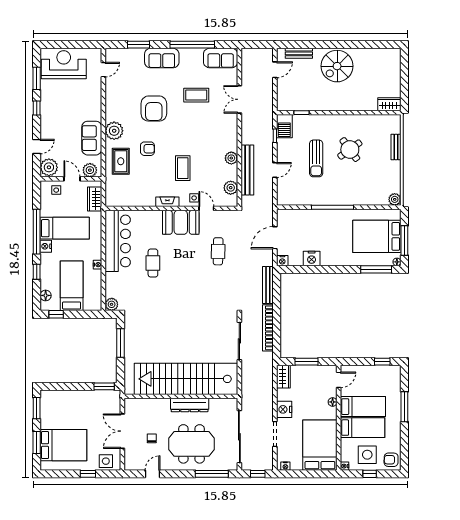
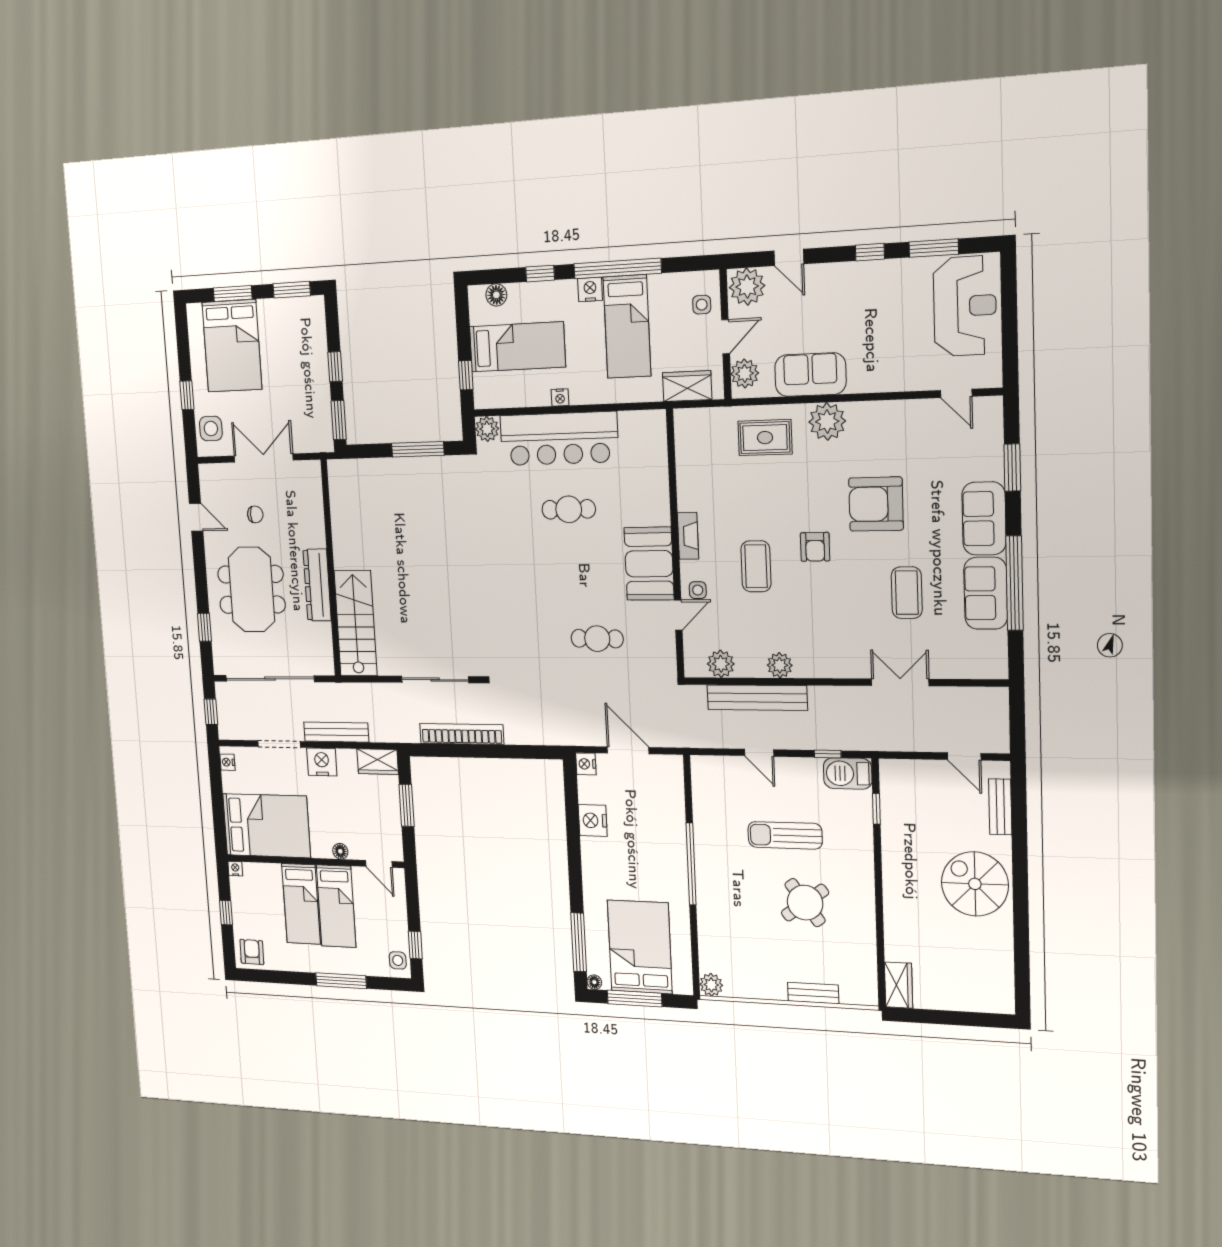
sofa: (221, 58) -> (986, 593), moved
armchair: (147, 149) -> (815, 547), moved
coffee table: (183, 168) -> (756, 566), turned 90
bar counter: (118, 241) -> (559, 439), moved
bench: (268, 285) -> (336, 732), moved
window: (56, 314) -> (466, 375), moved
stairs: (186, 379) -> (356, 623), width x0.54, depth x0.66
window: (77, 386) -> (335, 367), added
side table: (367, 455) -> (398, 960), moved, width x0.54, depth x0.54
window: (212, 474) -> (204, 627), width x0.46

